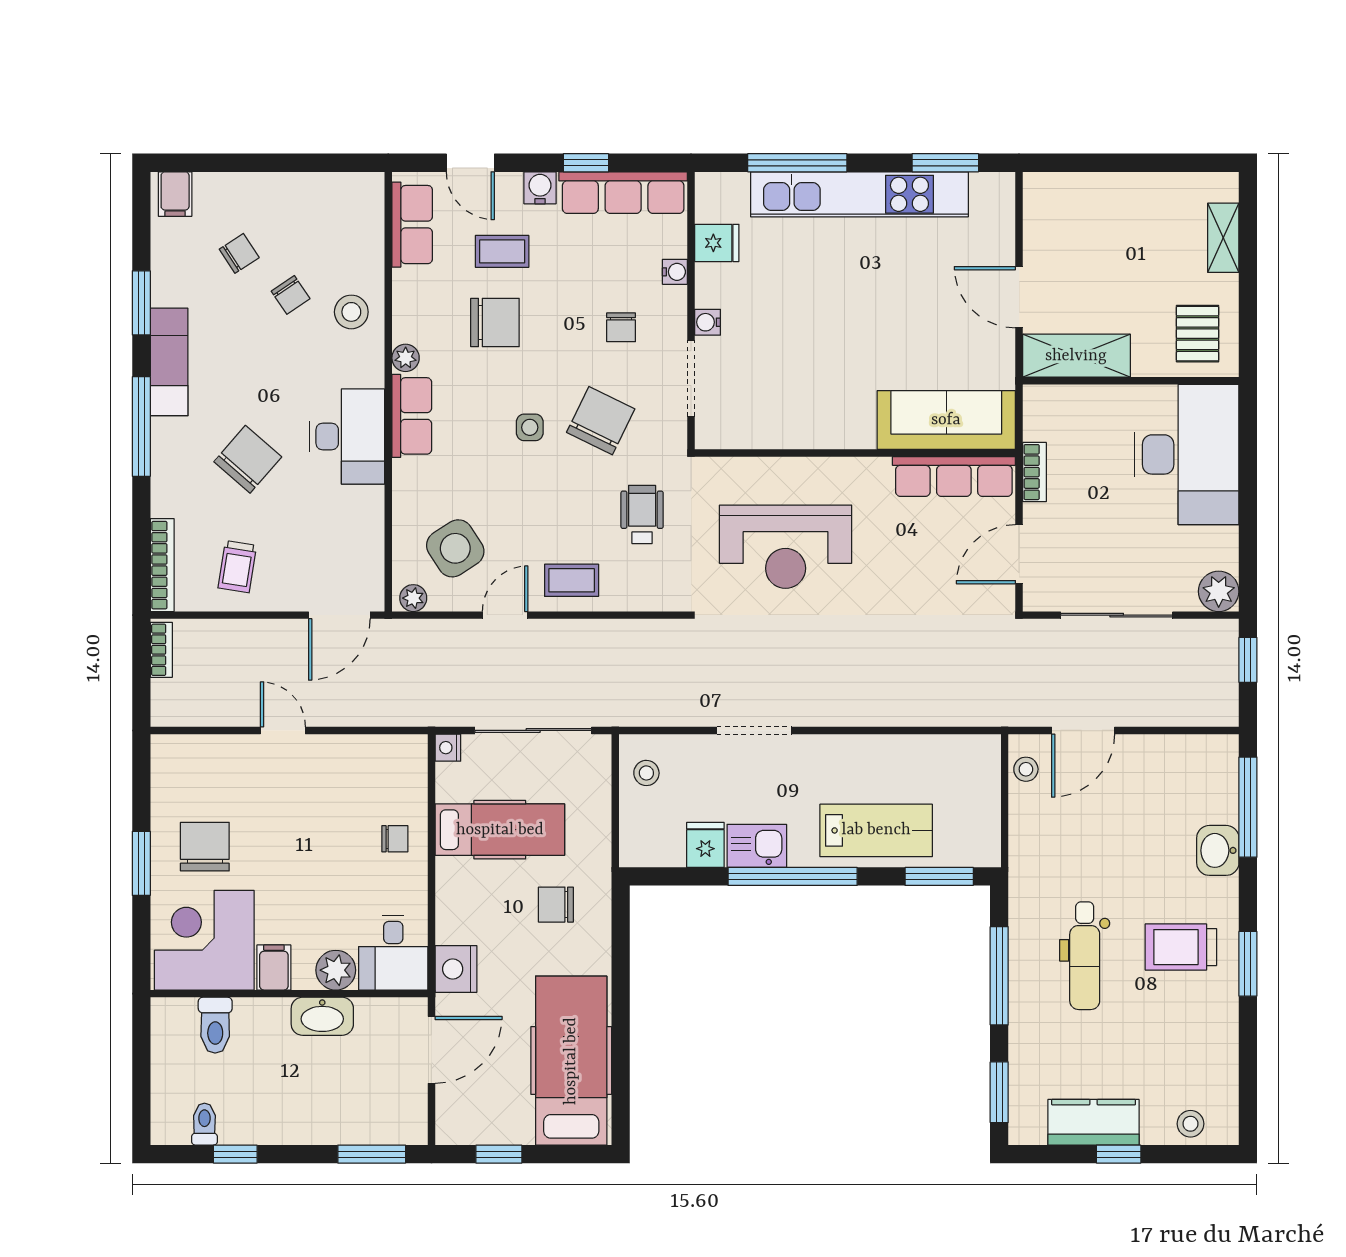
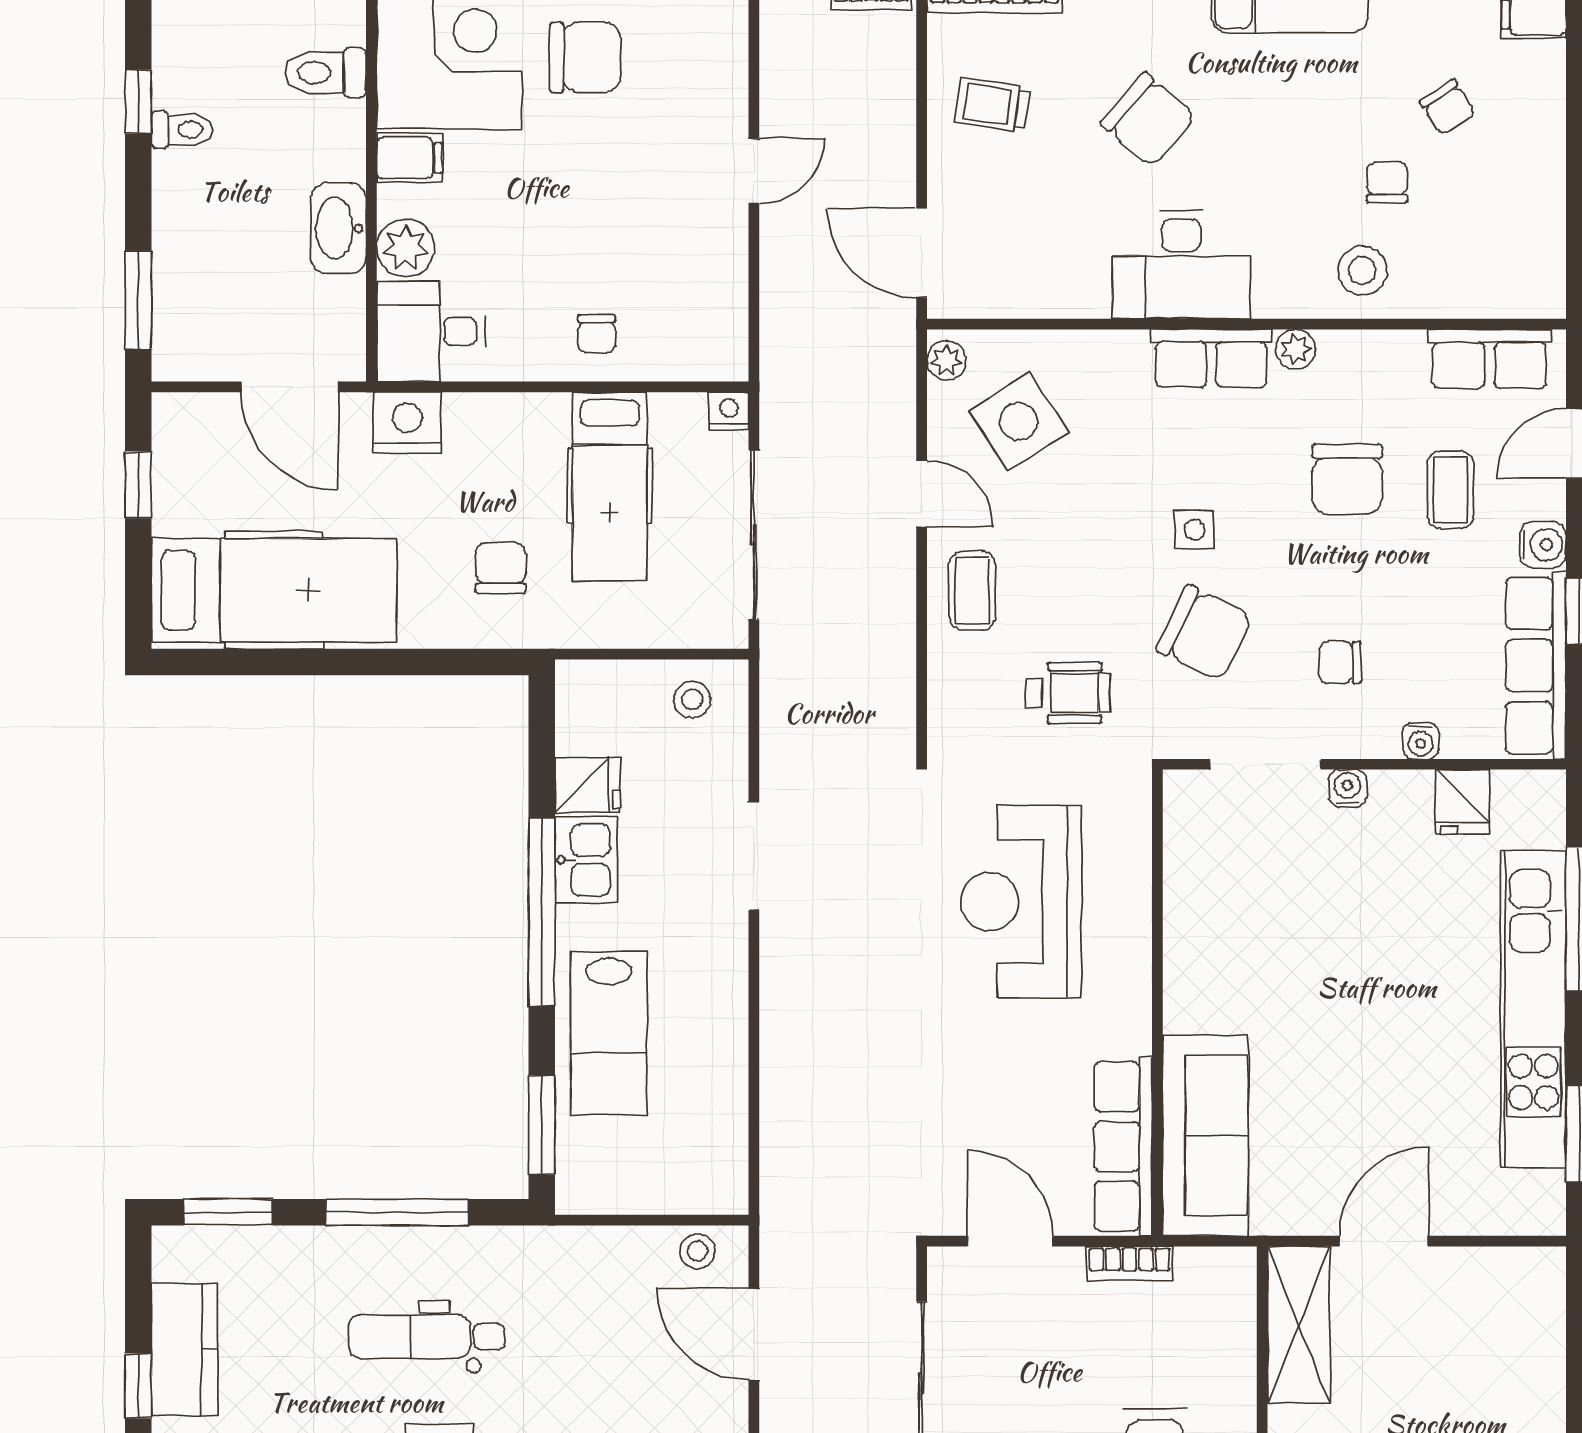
chair: (291, 295) -> (1387, 182), turned 124
toilet: (204, 1124) -> (182, 130), moved

